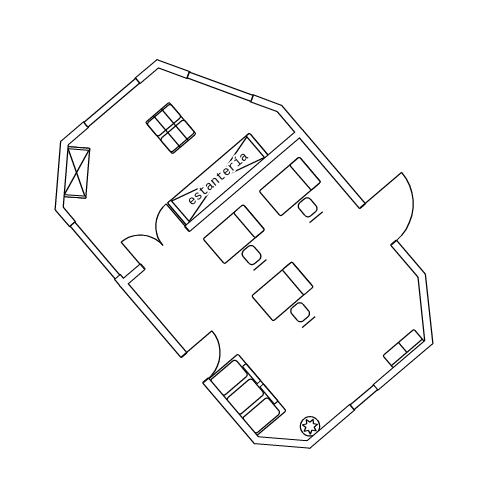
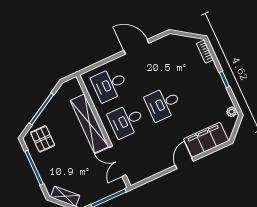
pallet: (171, 128) -> (43, 139), moved, turned 90
door: (195, 368) -> (184, 163), hinge flipped

